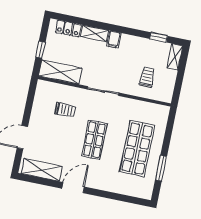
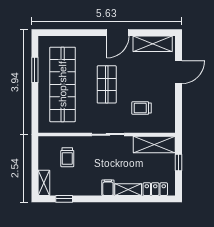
shop shelf: (137, 149) -> (63, 84), width x1.40

